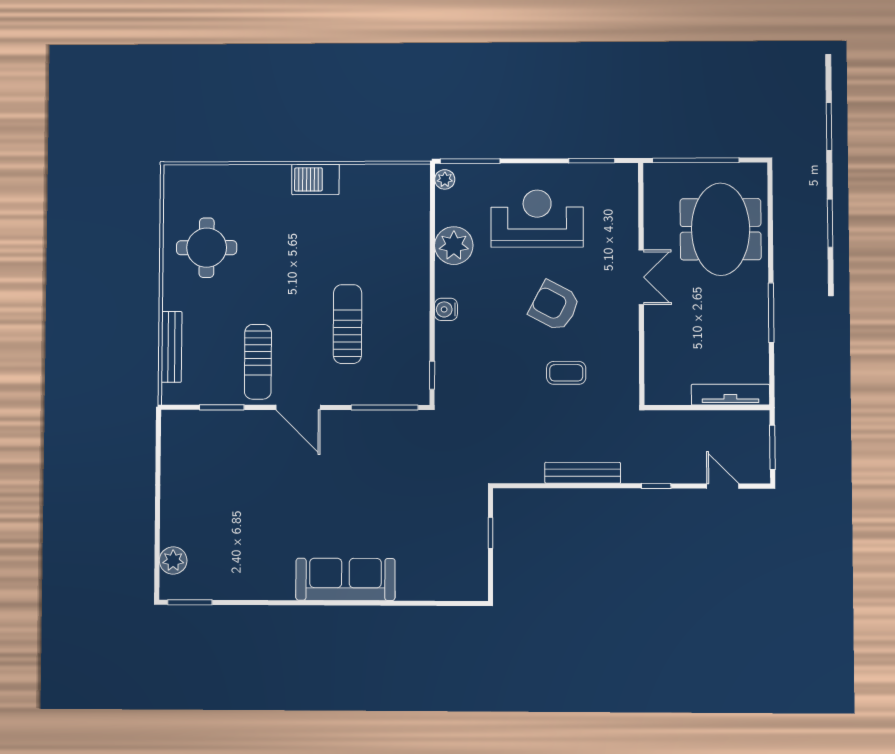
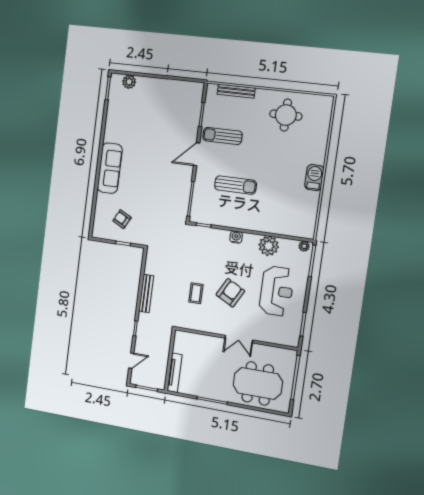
armchair: (443, 541) -> (122, 219), added

